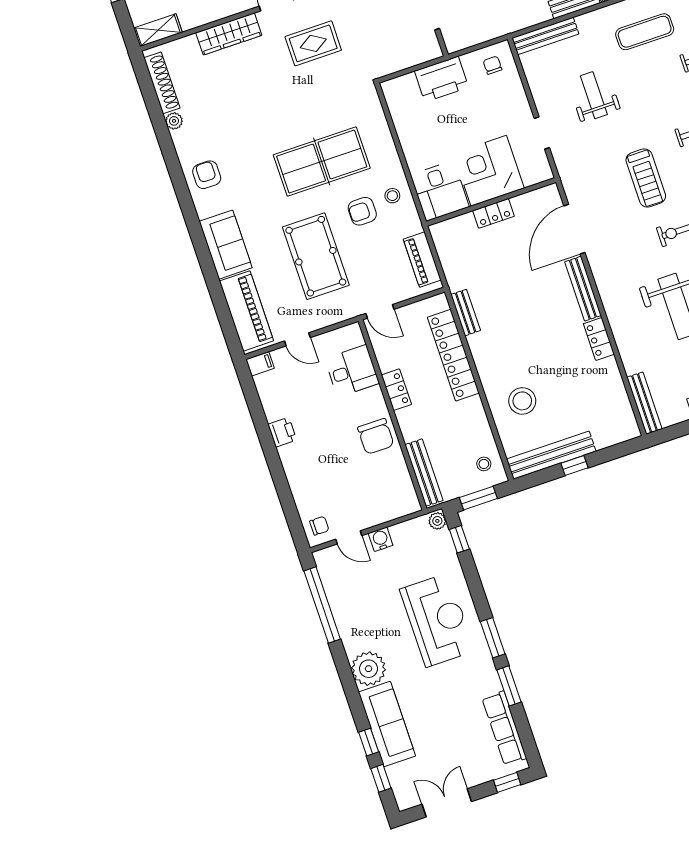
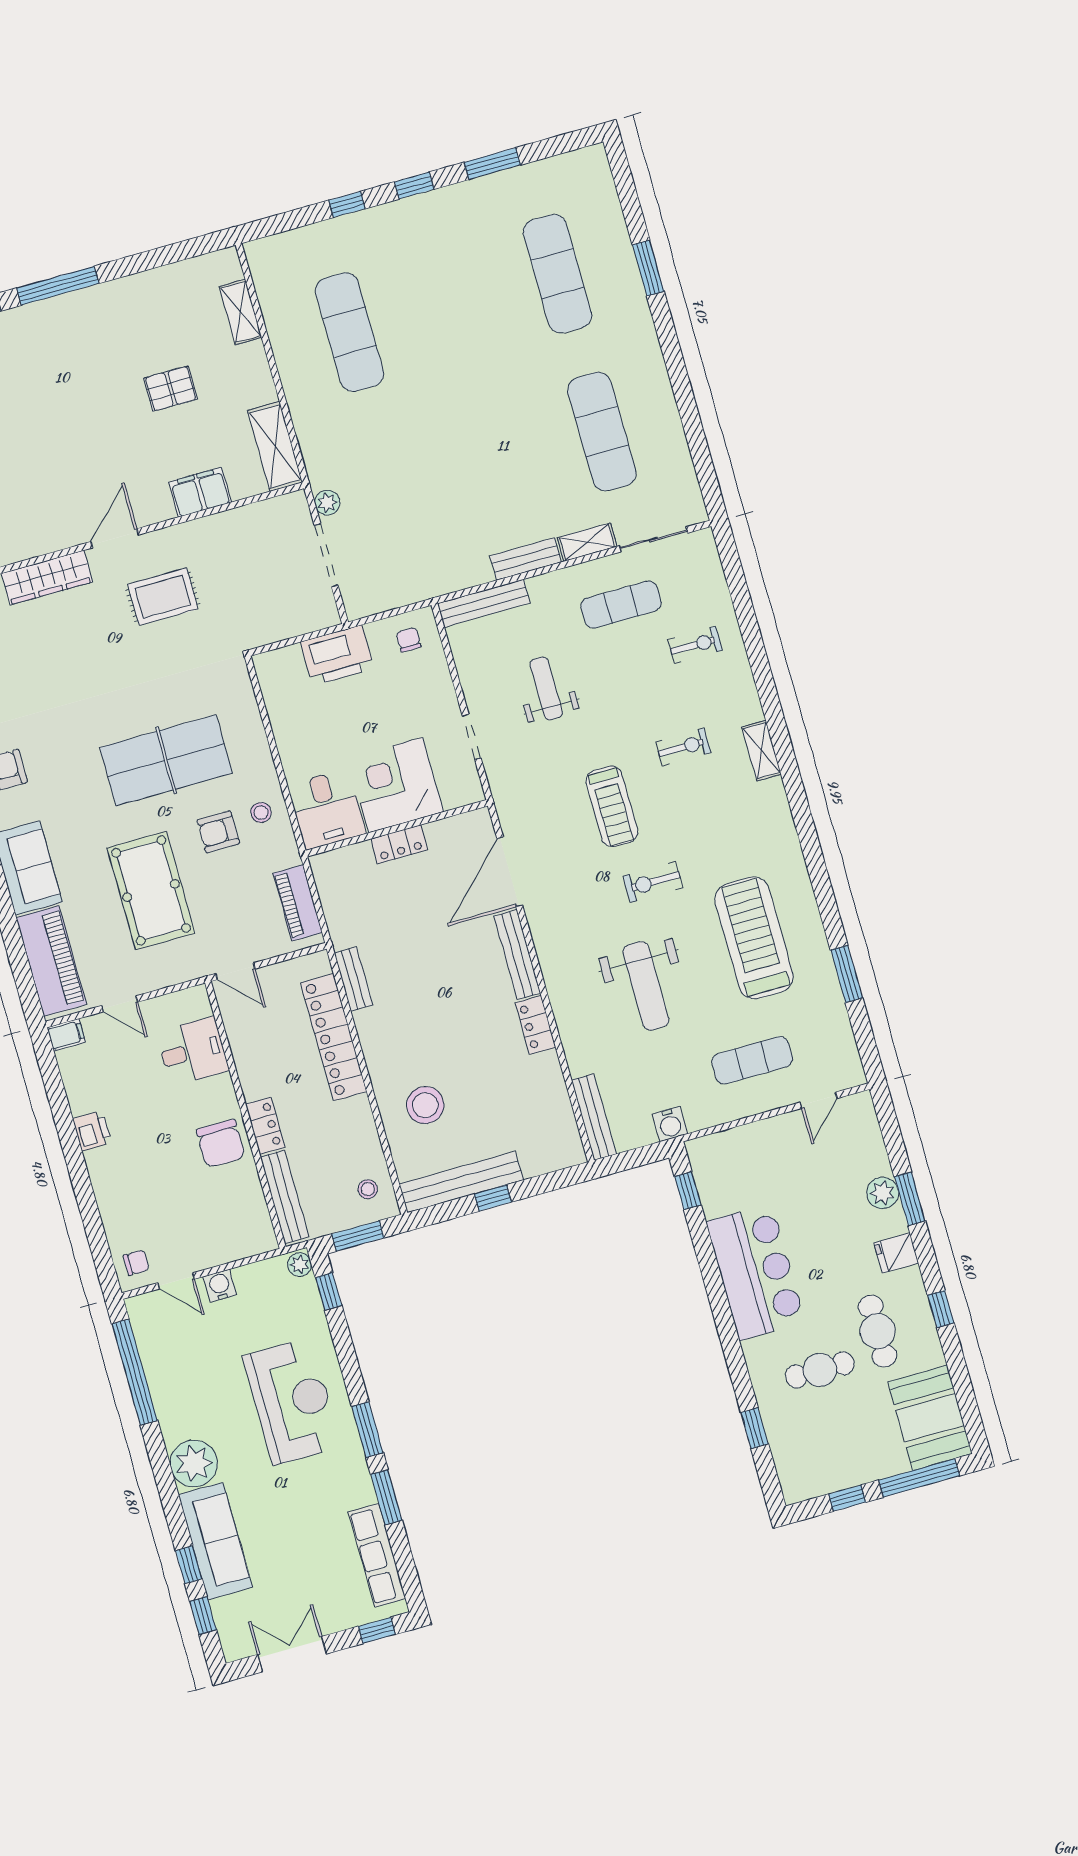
locker: (396, 390) -> (265, 1126), moved

